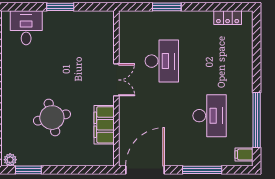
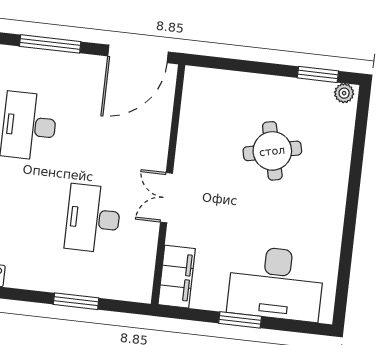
desk: (26, 28) -> (276, 283), width x1.87, depth x1.30
filing cabinet: (104, 125) -> (177, 277), moved

